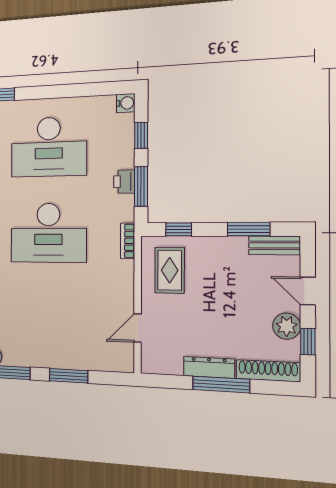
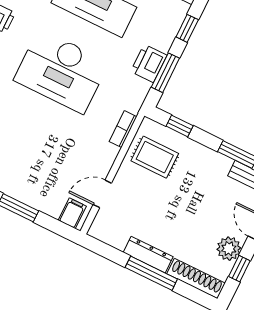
printer: (124, 182) -> (149, 63), width x1.36, depth x1.24
bookcase: (128, 241) -> (123, 129), moved
rug: (170, 270) -> (155, 157), turned 90
filing cabinet: (119, 359) -> (72, 213), added

